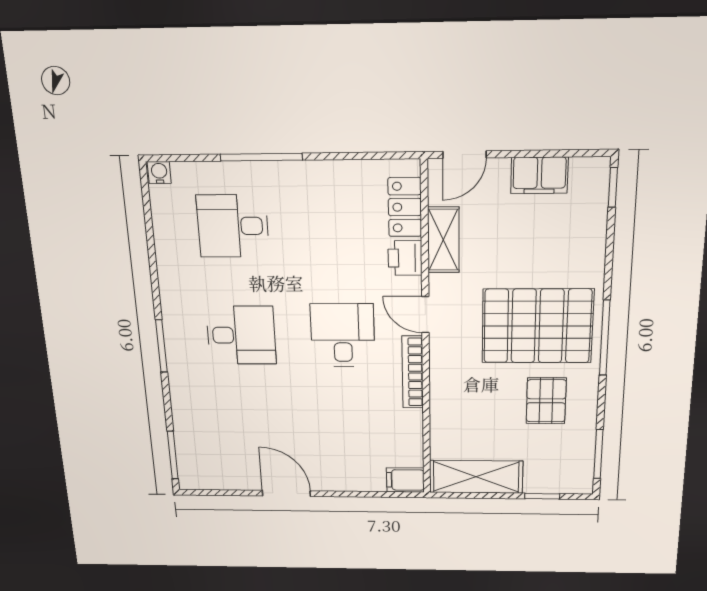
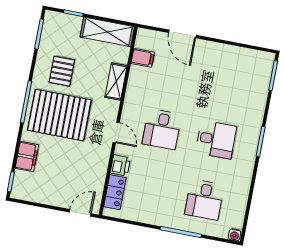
filing cabinet: (539, 175) -> (27, 157), moved, turned 90
desk: (233, 226) -> (204, 200), turned 90
shelving: (443, 240) -> (116, 82), moved
desk: (241, 335) -> (216, 140), turned 180
bookcase: (413, 372) -> (129, 101), removed
filing cabinet: (405, 480) -> (143, 58), moved
door: (286, 493) -> (182, 34), moved

